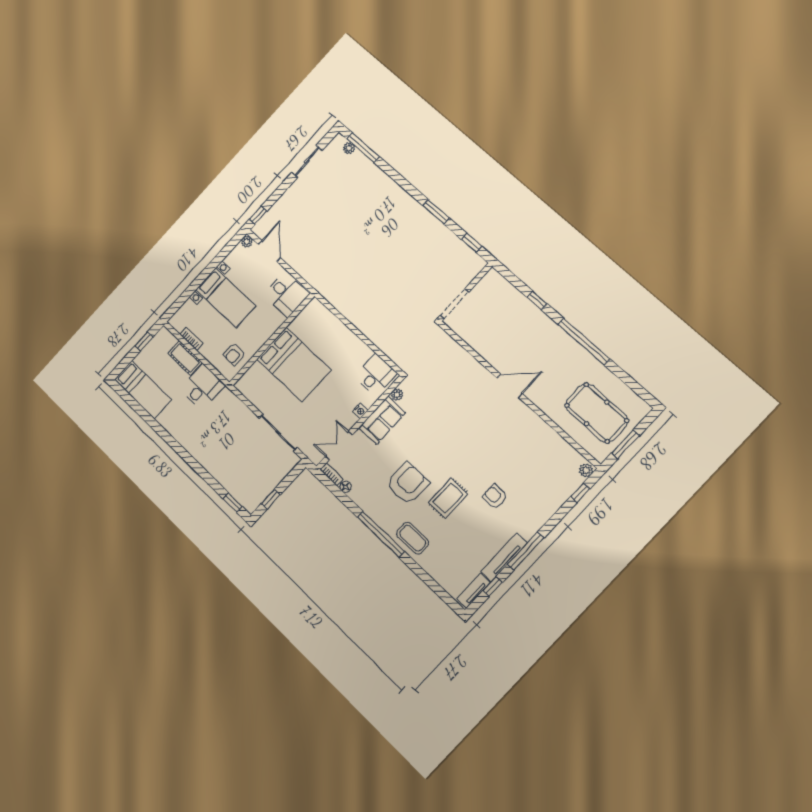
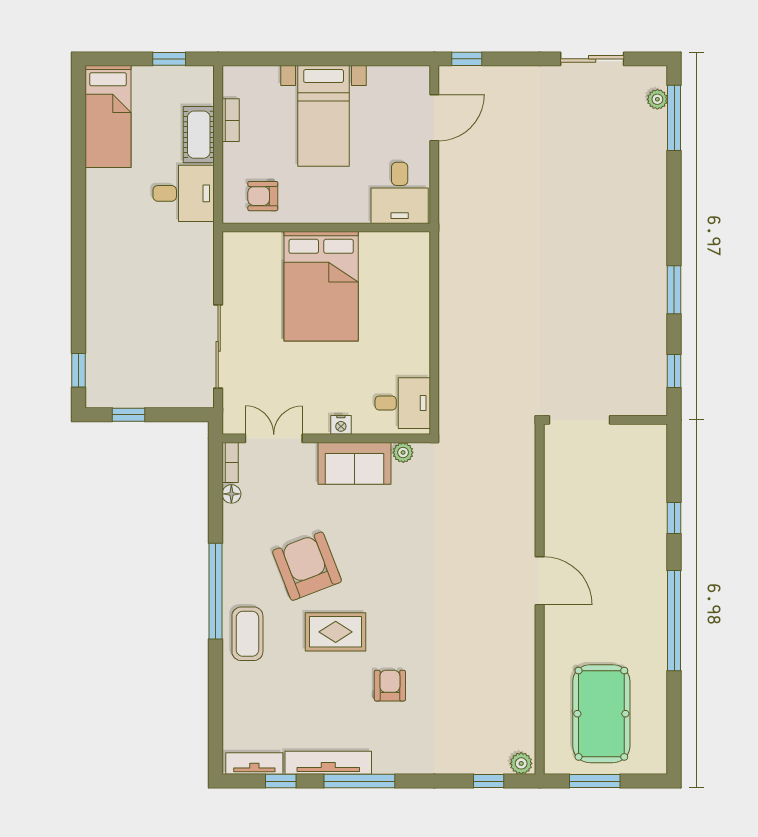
plant: (247, 241) -> (420, 76), removed
armchair: (407, 483) -> (307, 566), turned -111

